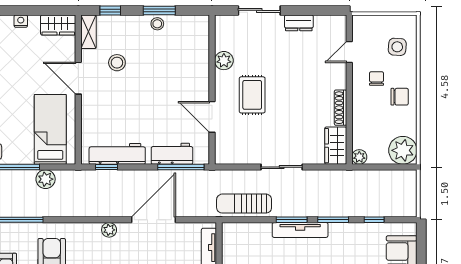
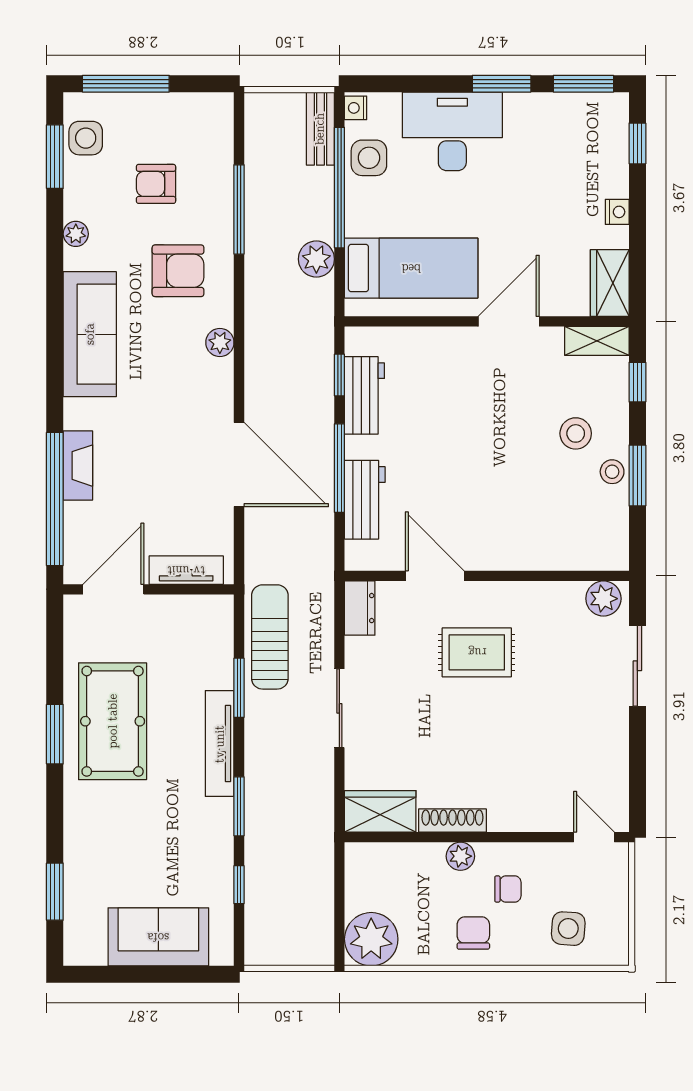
dresser: (299, 23) -> (360, 608), moved, turned 180
door: (349, 52) -> (594, 837), moved
plant: (224, 61) -> (603, 599), moved
stool: (117, 63) -> (576, 433), moved
chair: (400, 97) -> (473, 933), turned 180
door: (212, 117) -> (435, 576), hinge flipped
workbench: (117, 154) -> (364, 395), width x0.73
plant: (359, 157) -> (460, 856), moved
window: (181, 167) -> (339, 468), moved
window: (292, 220) -> (239, 688), moved
plant: (109, 230) -> (220, 342), moved

